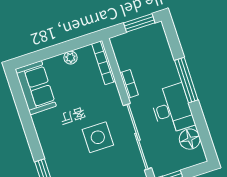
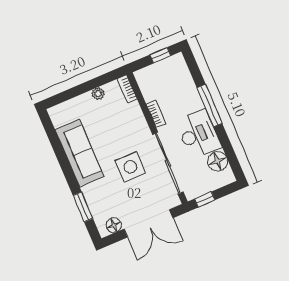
window: (139, 23) -> (160, 55), width x0.67
bookcase: (104, 63) -> (127, 89), width x0.64
sofa: (36, 88) -> (79, 153), moved, width x1.36

